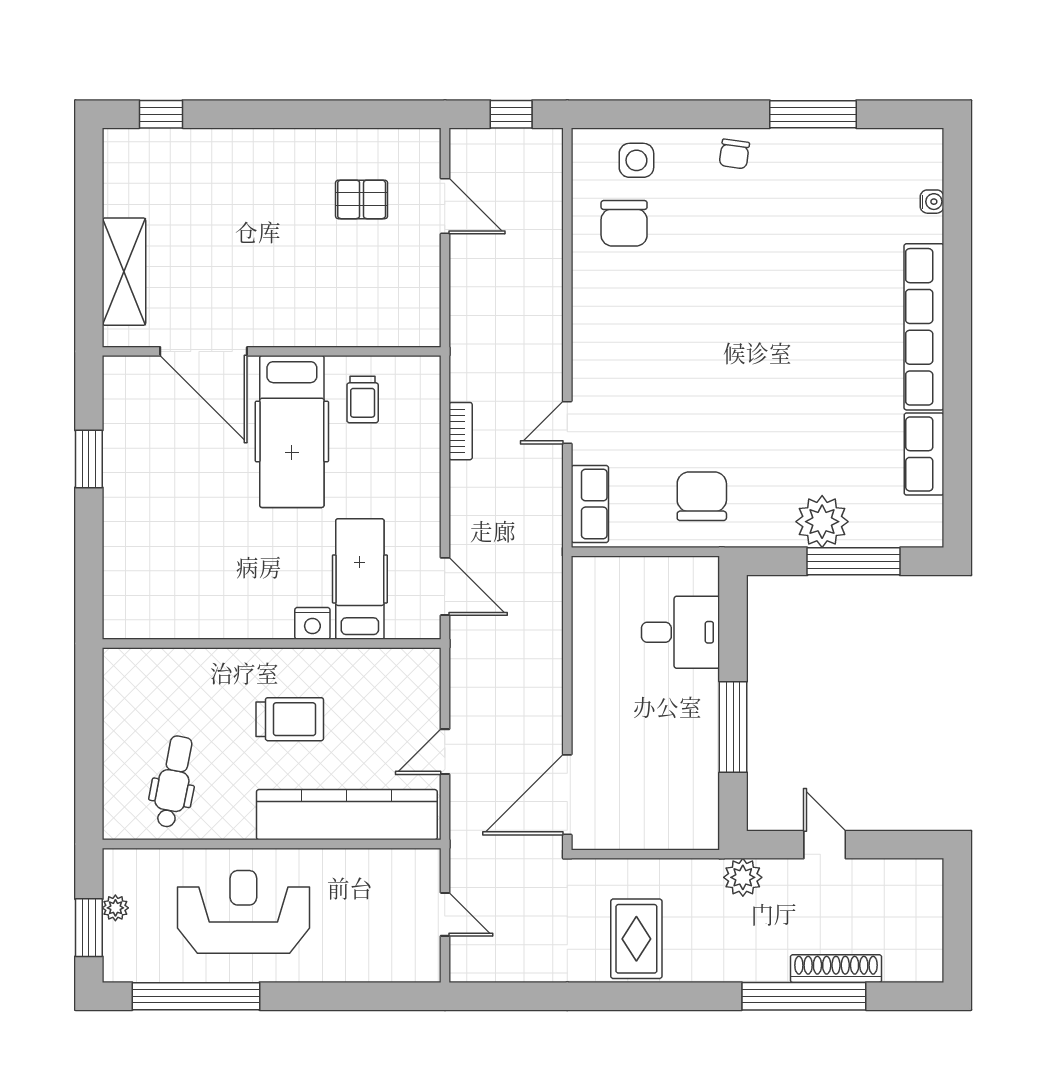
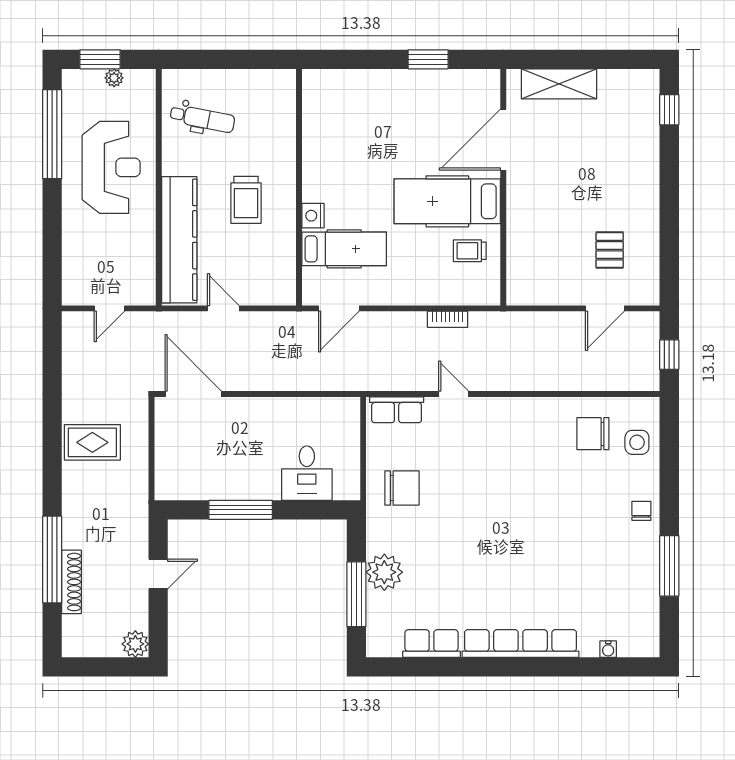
chair: (734, 154) -> (641, 511), turned 82
plant: (743, 877) -> (135, 644), moved

